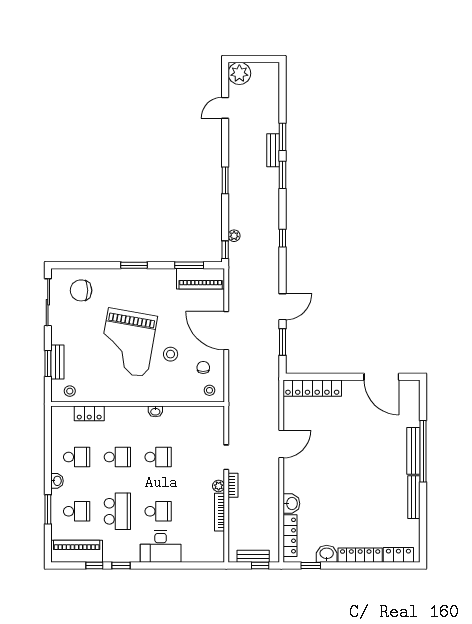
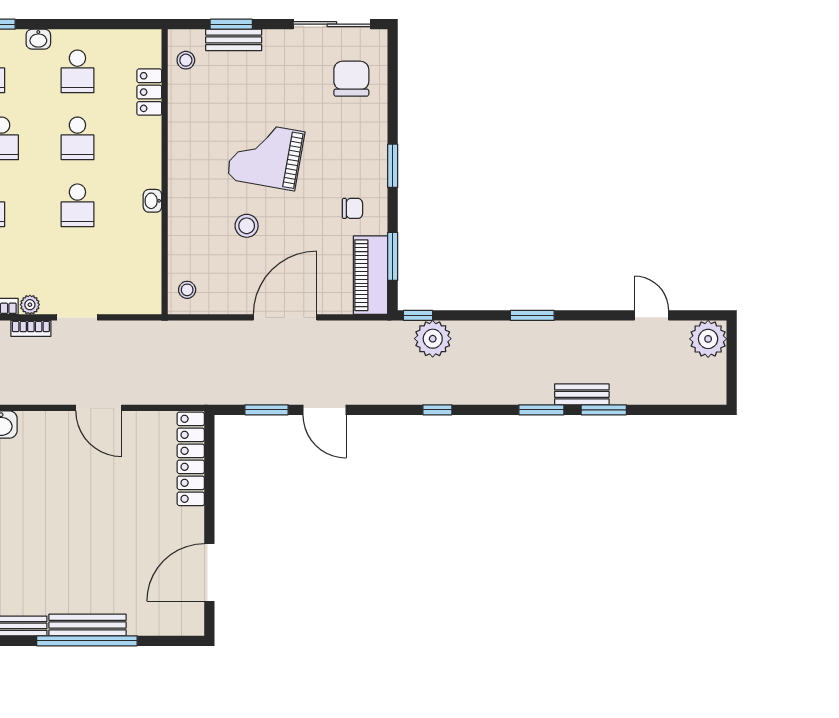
plant: (234, 236) -> (433, 339), width x1.87, depth x1.87
grand piano: (128, 343) -> (266, 155), width x0.73, depth x0.68
chair: (203, 367) -> (352, 208), moved

